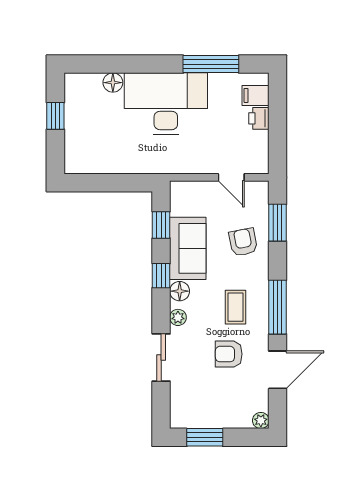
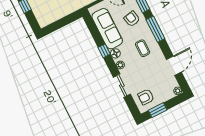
window: (161, 225) -> (93, 29), removed
sofa: (188, 248) -> (107, 29), width x1.36
window: (278, 307) -> (155, 29), moved
armchair: (229, 354) -> (146, 97), moved

